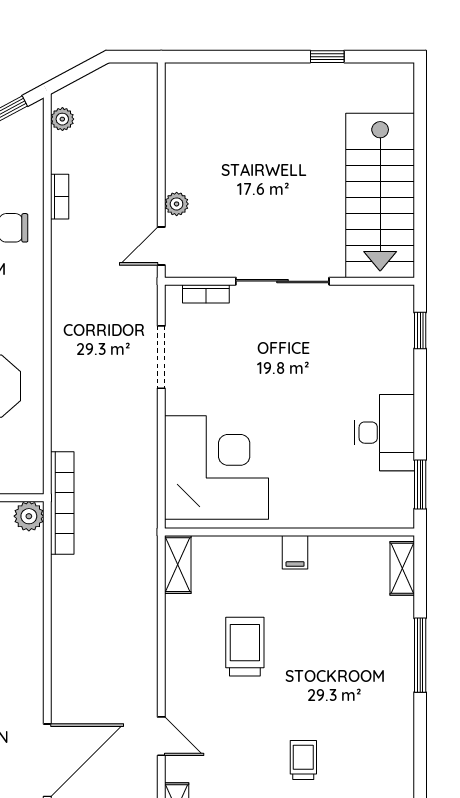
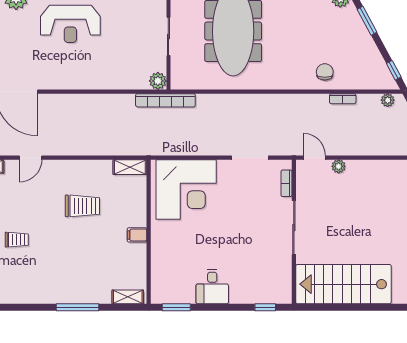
desk: (384, 433) -> (212, 287), width x0.73

